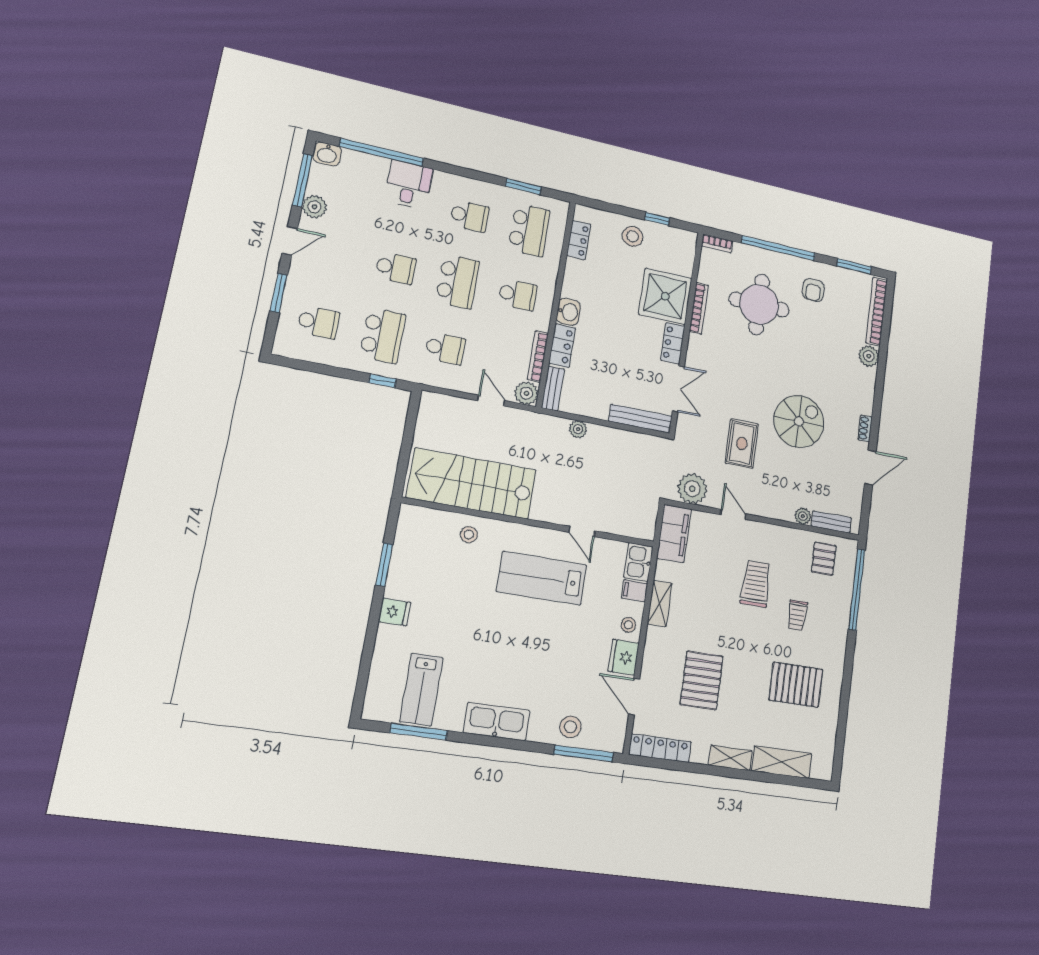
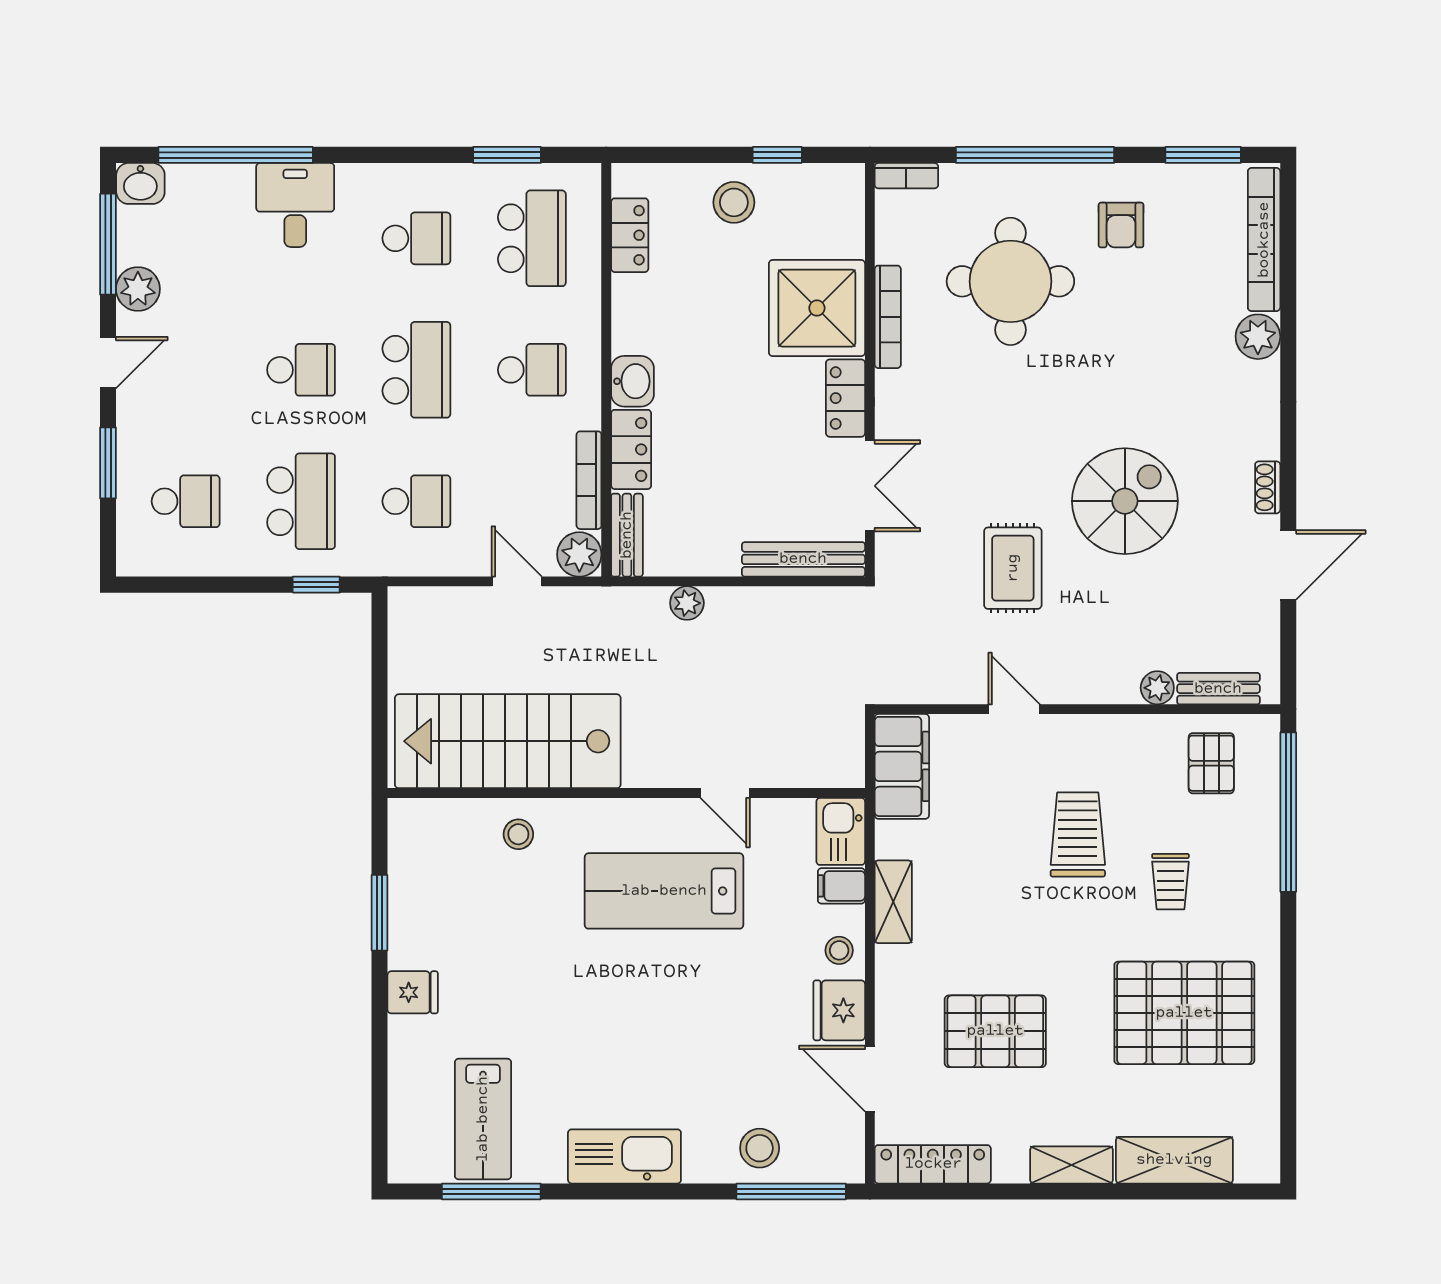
plant: (692, 489) -> (926, 675), removed
pallet: (702, 680) -> (995, 1031), turned 90
pallet: (796, 685) -> (1184, 1013), width x1.37, depth x1.41

